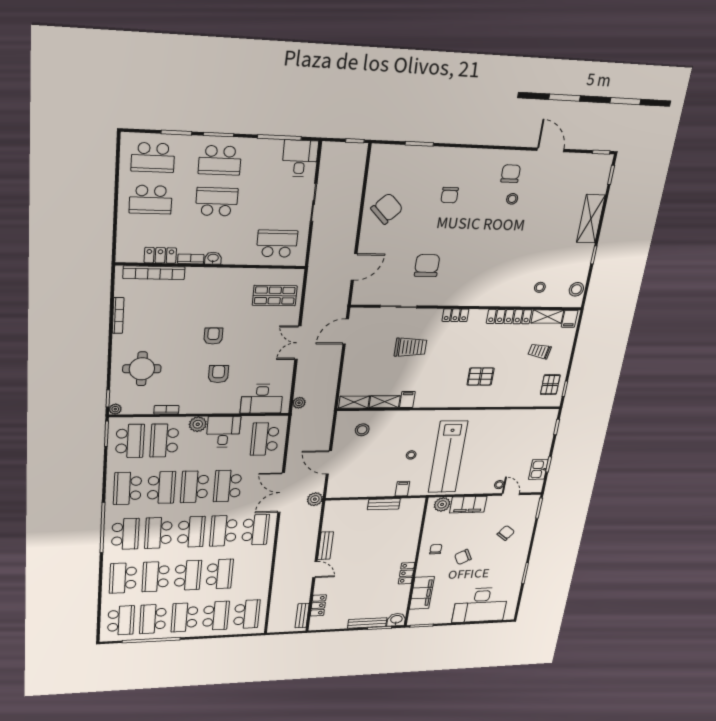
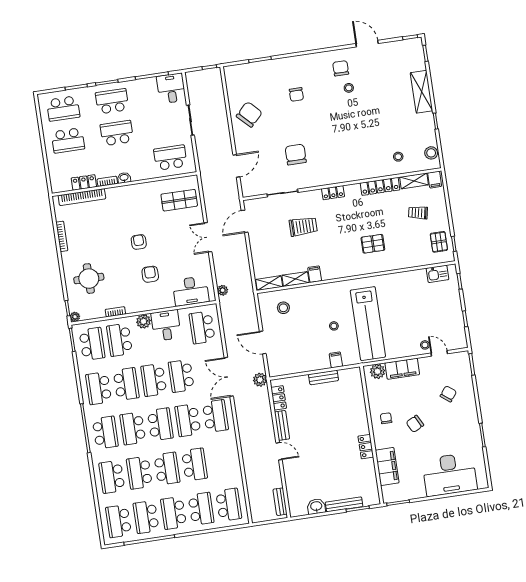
school desk: (220, 160) -> (112, 101), turned 180
kitchen sink: (538, 469) -> (438, 274), moved, turned -90
locker: (318, 605) -> (279, 398), moved
washbasin: (396, 620) -> (316, 506), moved
school desk: (121, 621) -> (119, 521), turned 180

